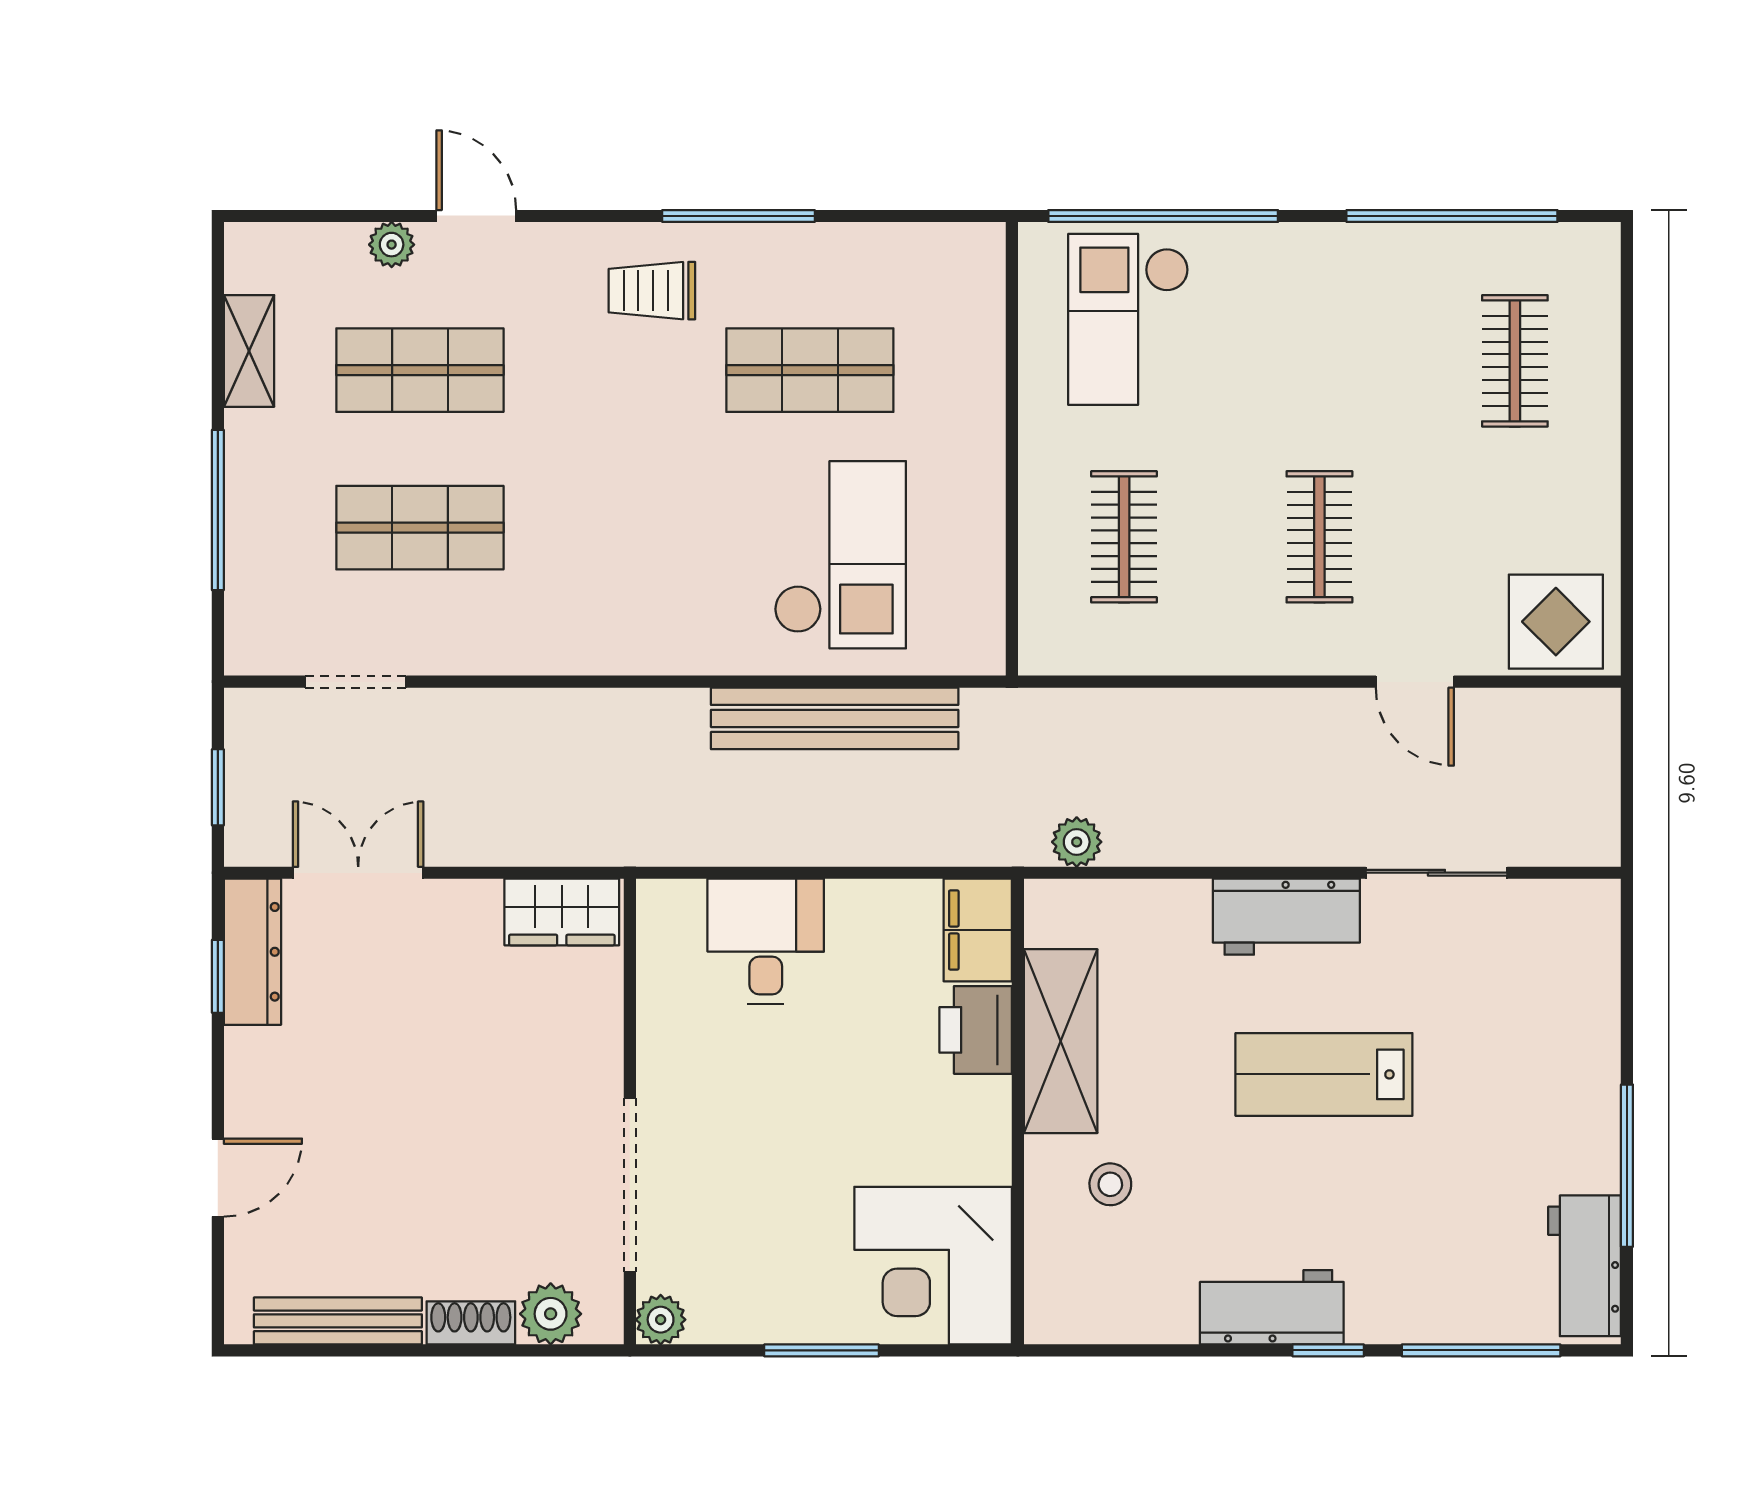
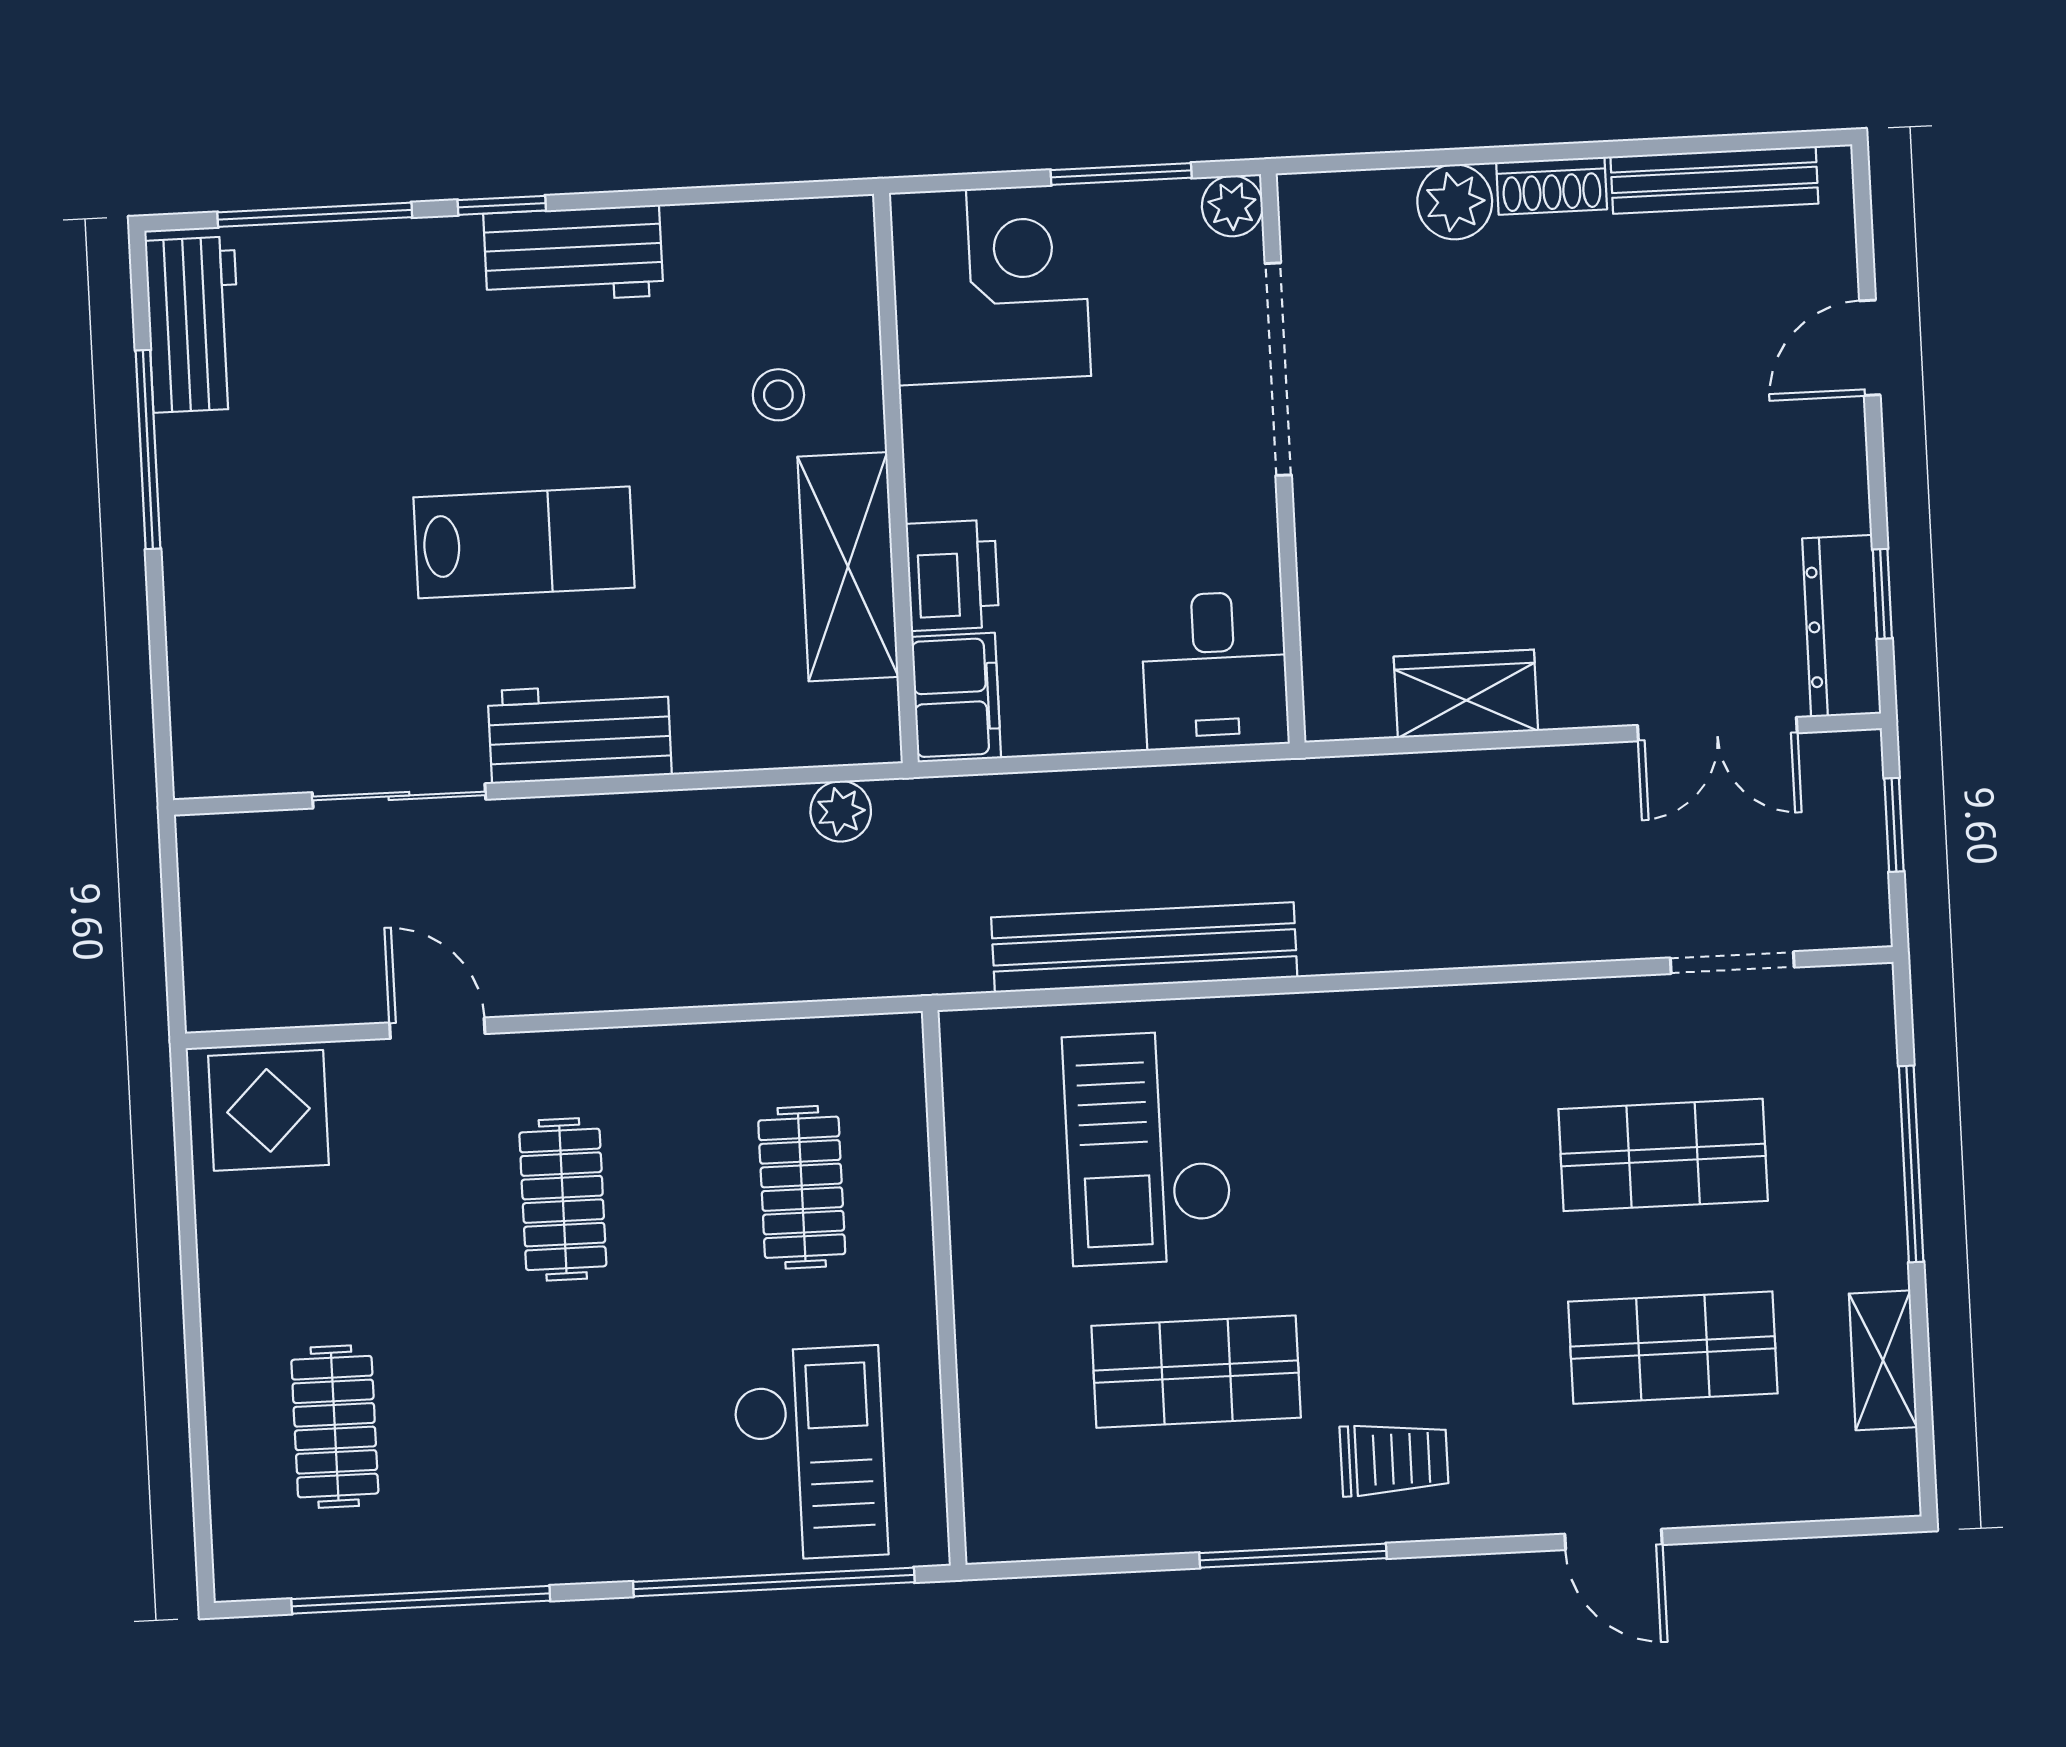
plant: (392, 245) -> (1715, 1499), removed
wall: (630, 1112) -> (1283, 458), moved
doorway: (630, 1185) -> (1278, 369), moved
plant: (661, 1320) -> (1232, 206), moved

